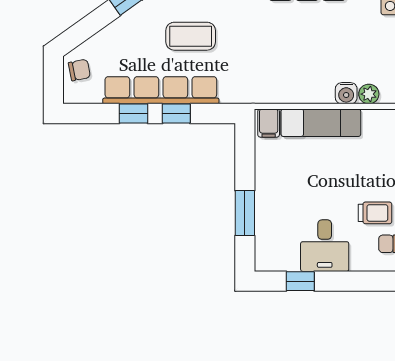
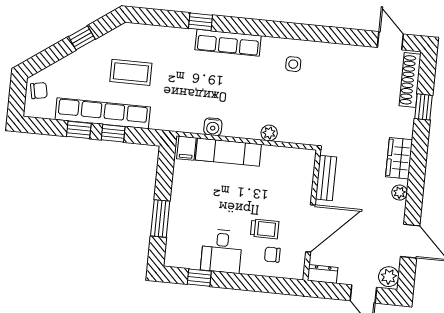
water cooler: (346, 93) -> (213, 127), moved

